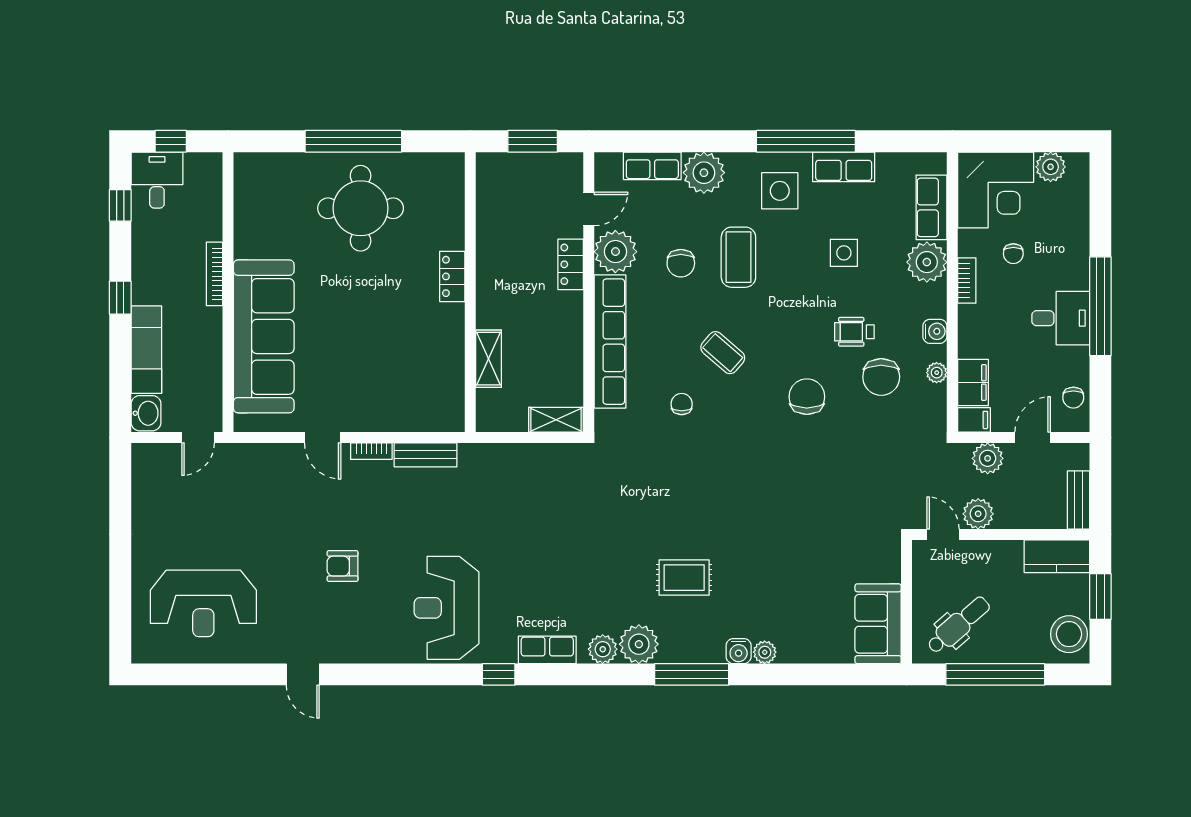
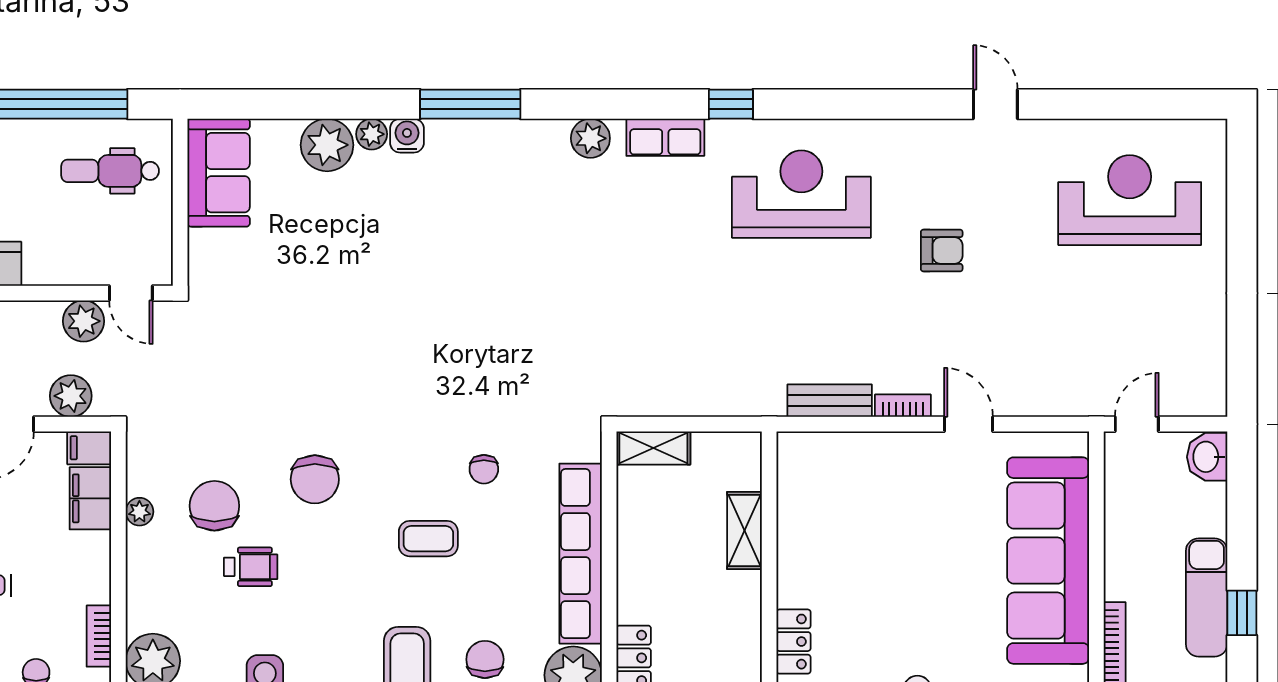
water cooler: (935, 331) -> (142, 567), removed
exam couch: (146, 350) -> (1207, 598), moved
coffee table: (723, 353) -> (428, 539), turned -41
rug: (684, 578) -> (481, 235), removed
reception desk: (446, 608) -> (801, 194), turned -90
dental chair: (958, 625) -> (110, 171), turned 41
plant: (639, 644) -> (327, 145), moved

